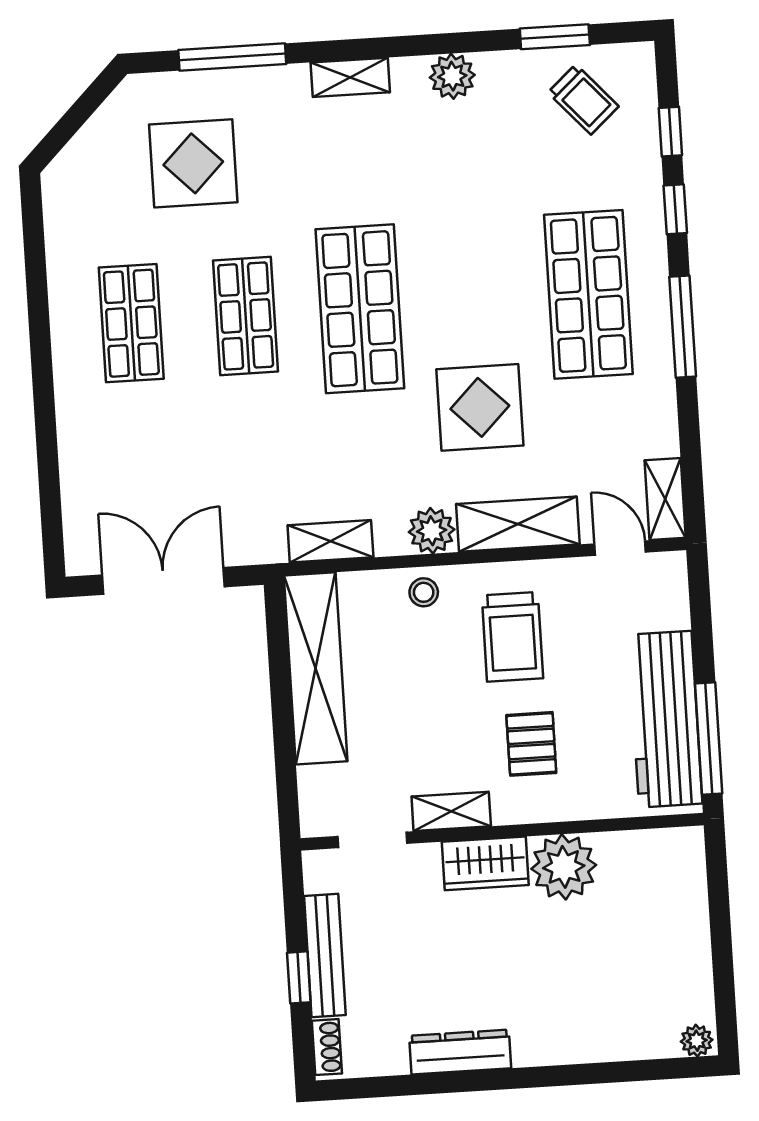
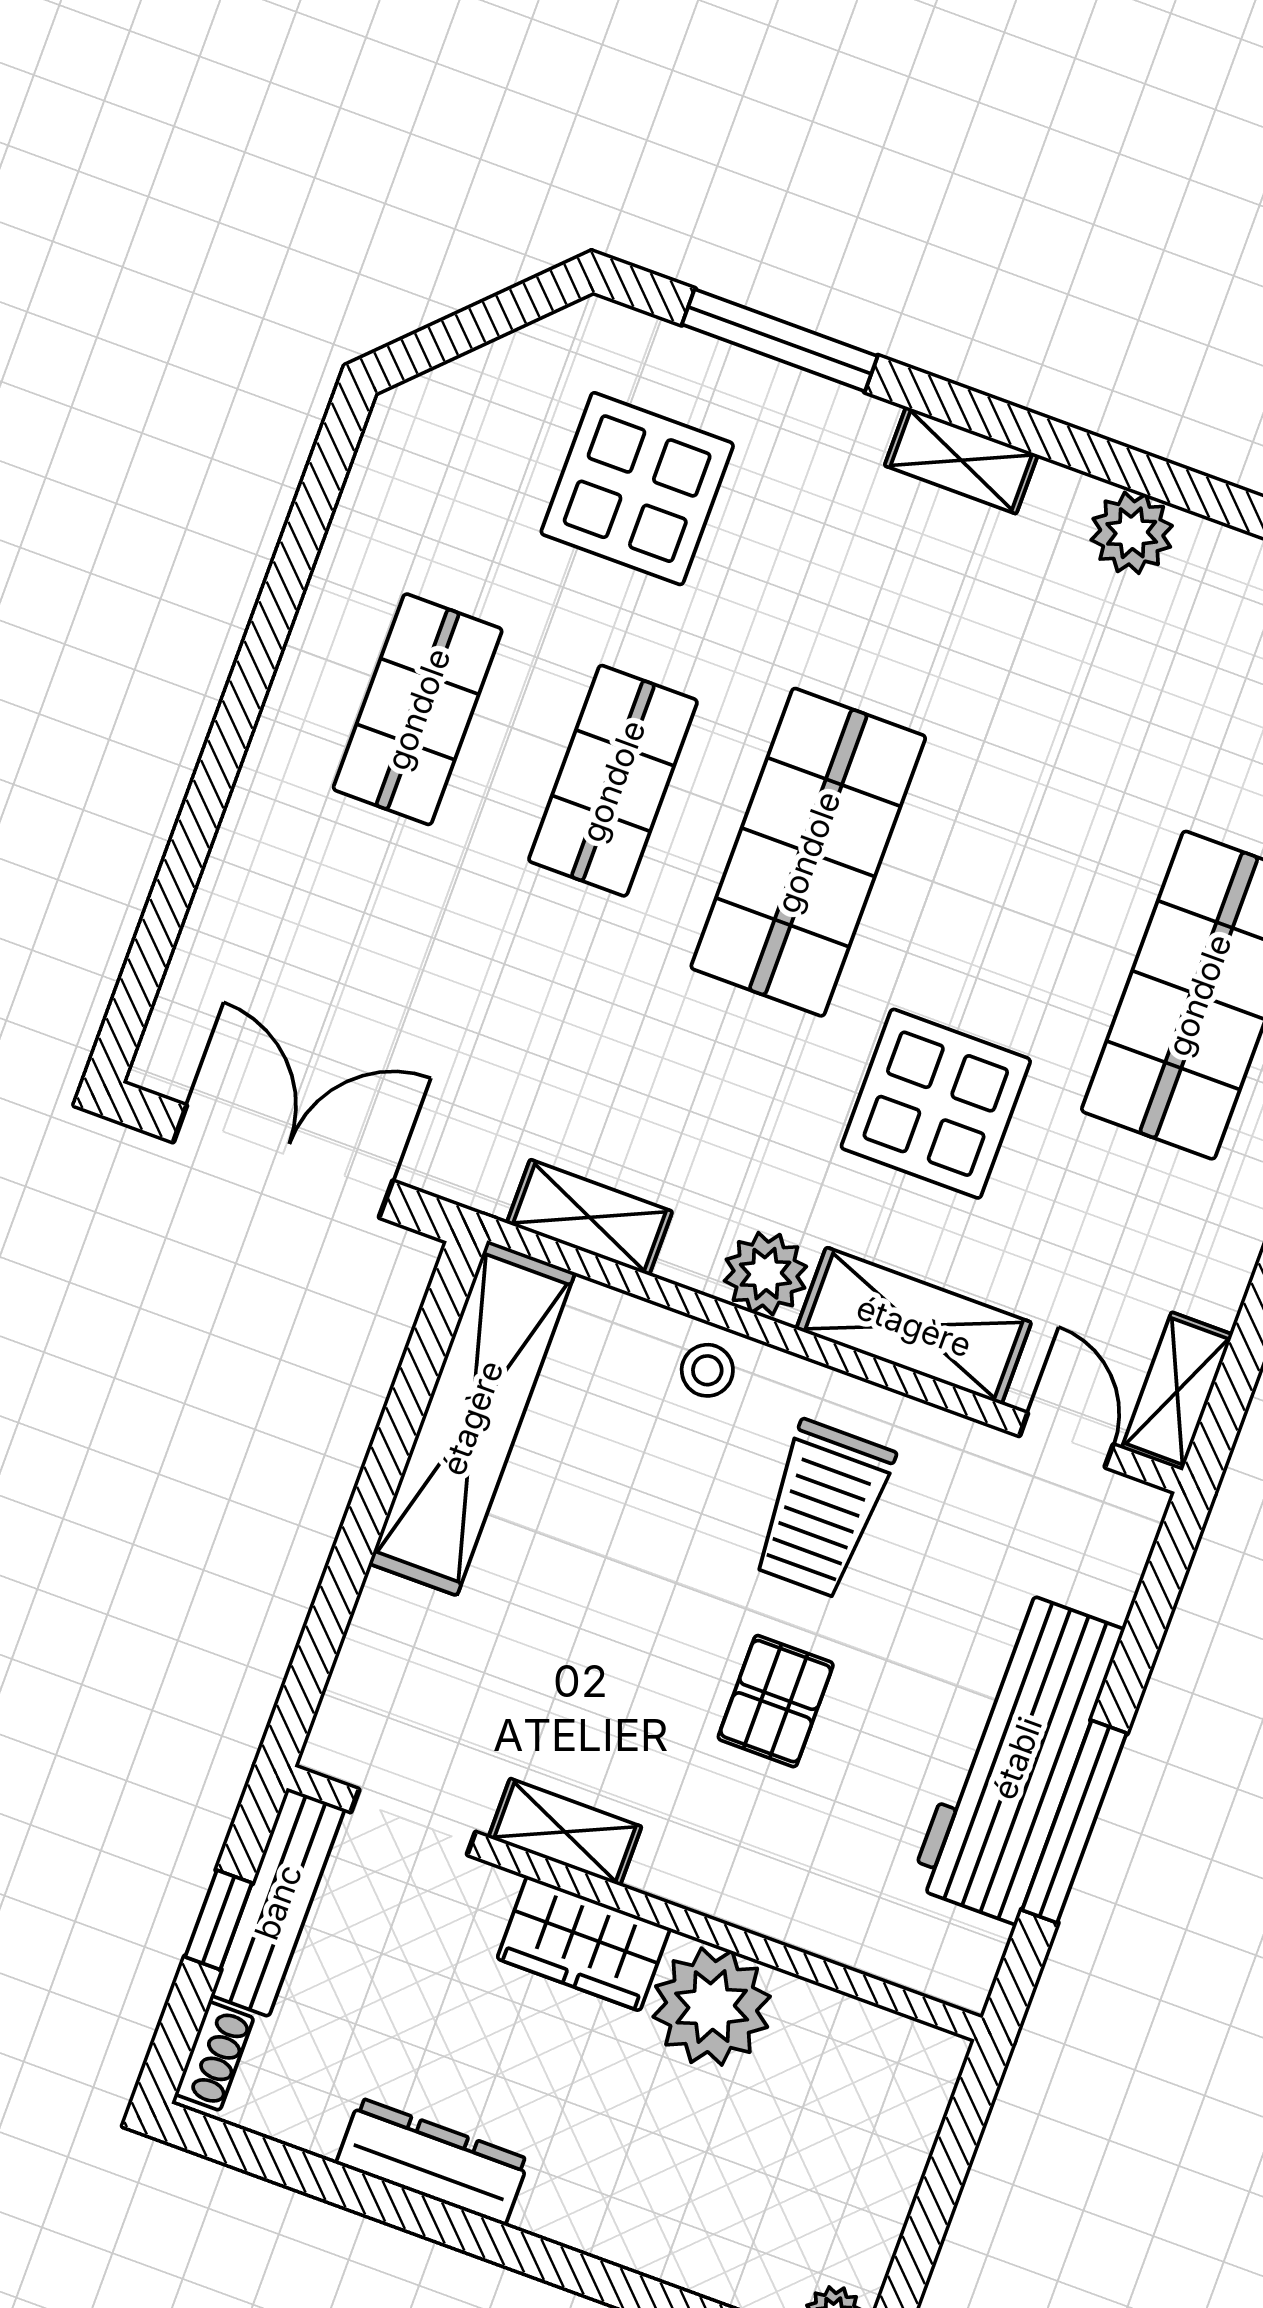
shelving: (451, 811) -> (565, 1832), moved
wall: (502, 832) -> (635, 1903), moved
doorway: (372, 840) -> (413, 1822), moved
wardrobe: (485, 863) -> (584, 1943), moved
plant: (564, 867) -> (712, 2007), moved

